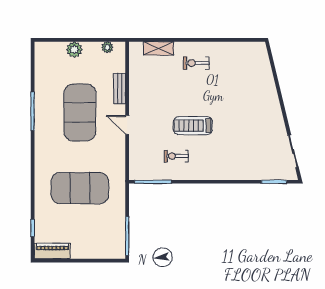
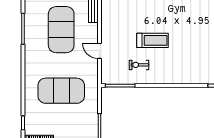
door: (127, 125) -> (99, 51), moved
treadmill: (193, 126) -> (152, 40), turned 180

